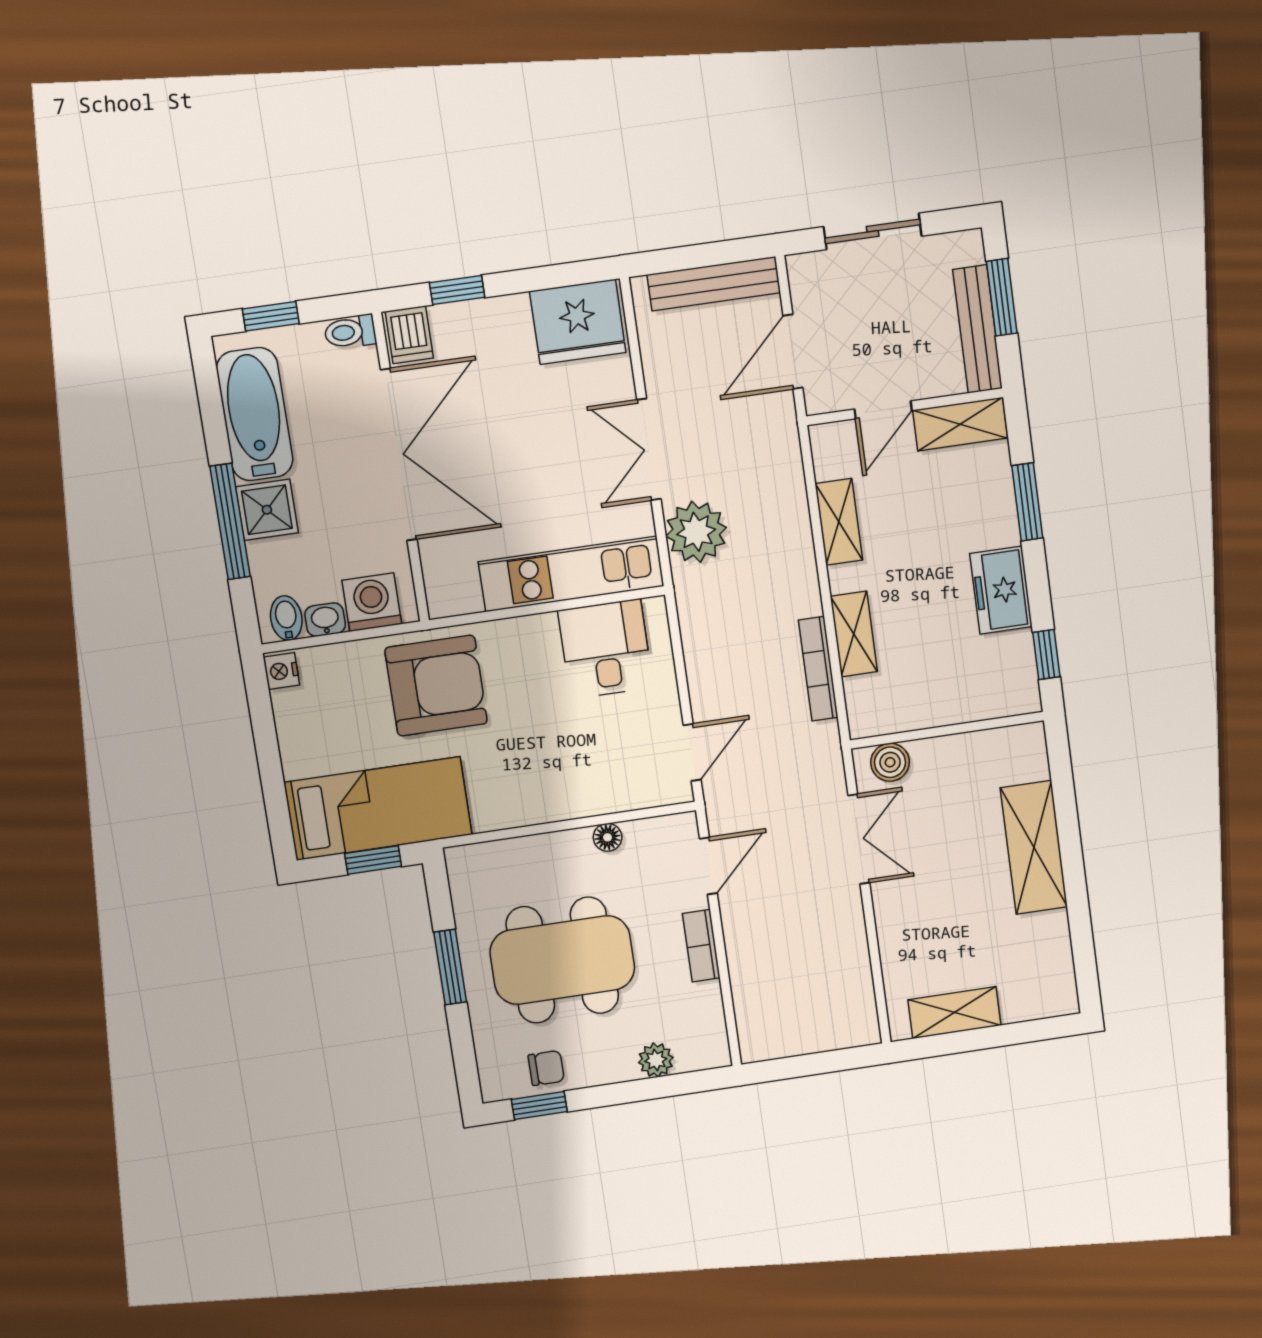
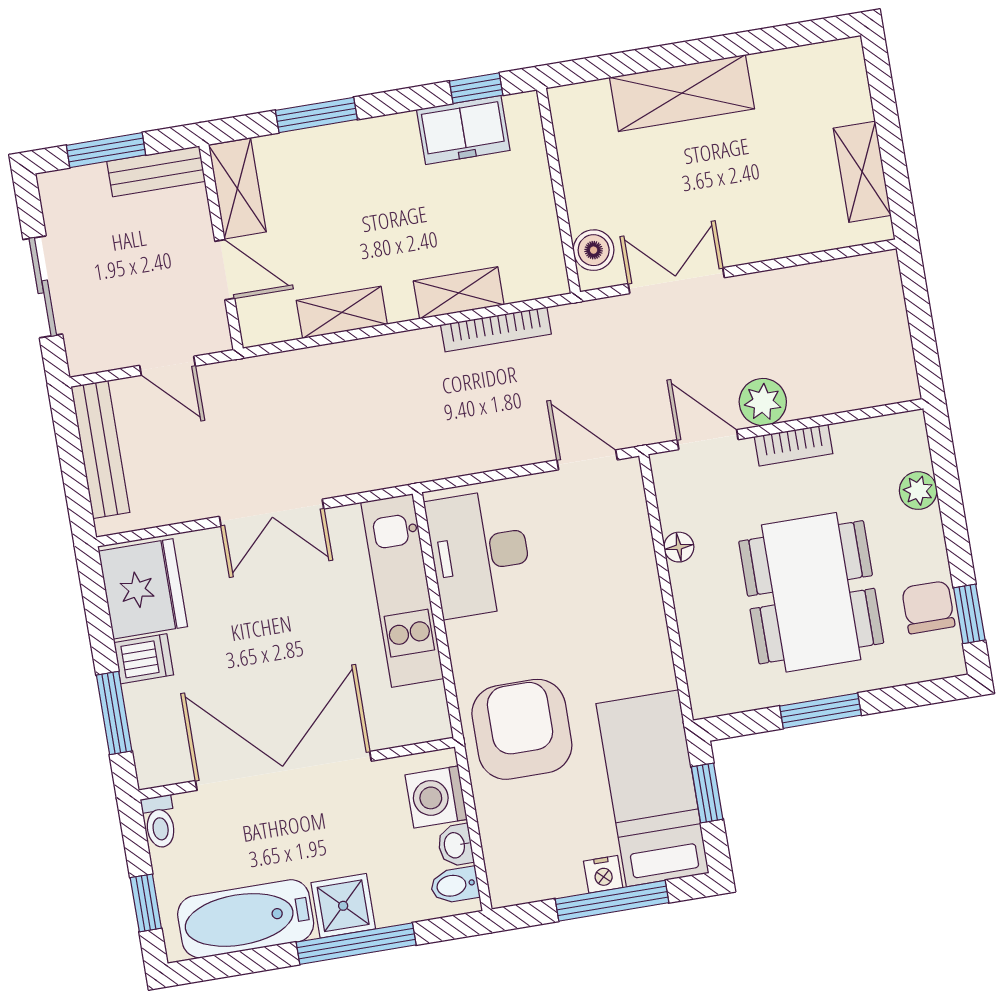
window: (457, 290) -> (114, 713), width x1.50
bench: (977, 329) -> (156, 171), width x0.73
dishwasher: (409, 335) -> (144, 659), moved
door: (793, 352) -> (167, 366), width x0.73
plant: (696, 532) -> (763, 402), moved, width x0.73, depth x0.73
freezer: (1001, 590) -> (463, 130), moved
desk: (605, 649) -> (480, 553), width x1.37
nightstand: (281, 671) -> (603, 874), moved
window: (270, 768) -> (612, 901), added
chair: (546, 1068) -> (928, 607), width x1.37, depth x1.37

